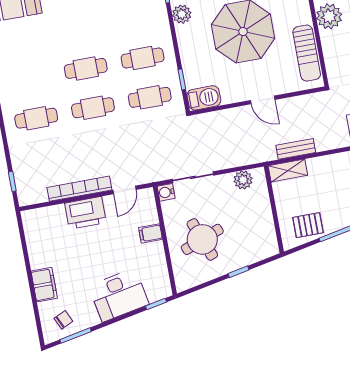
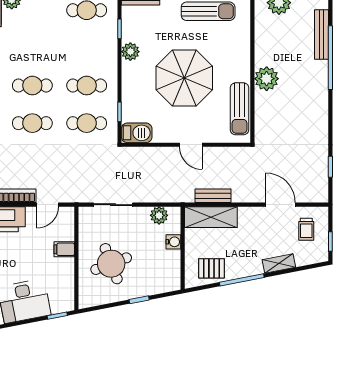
shelving: (288, 171) -> (211, 217), width x1.50, depth x1.33
water cooler: (166, 192) -> (173, 242), moved, turned 180

